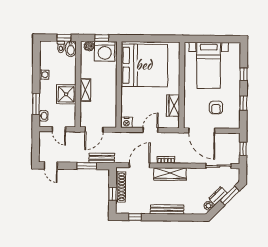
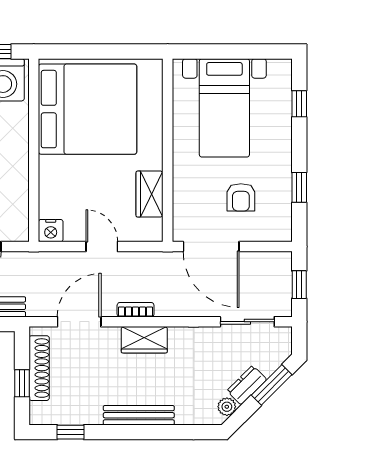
window: (244, 74) -> (299, 104), moved
door: (150, 130) -> (102, 247), hinge flipped
wardrobe: (170, 174) -> (144, 340), width x0.67

